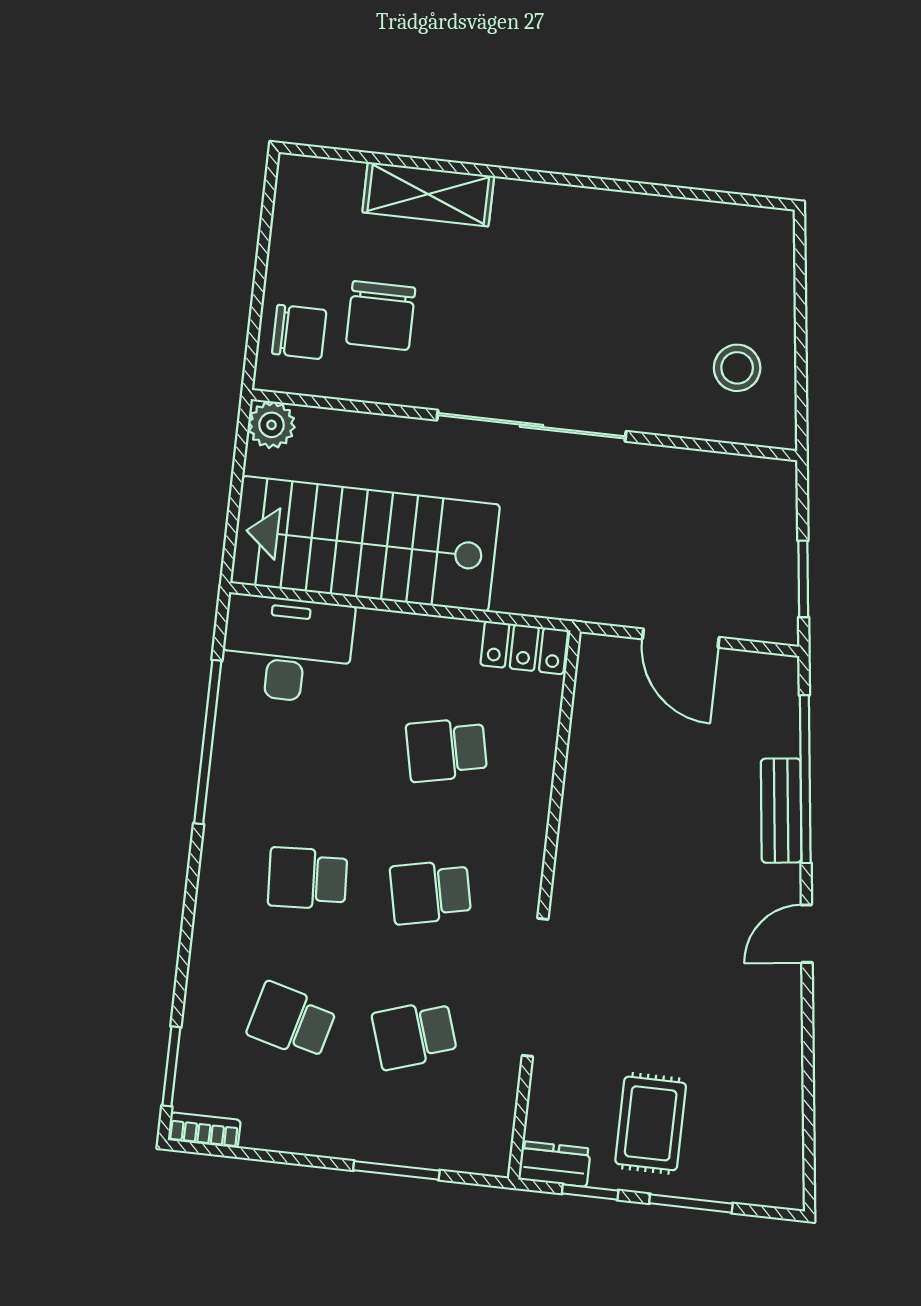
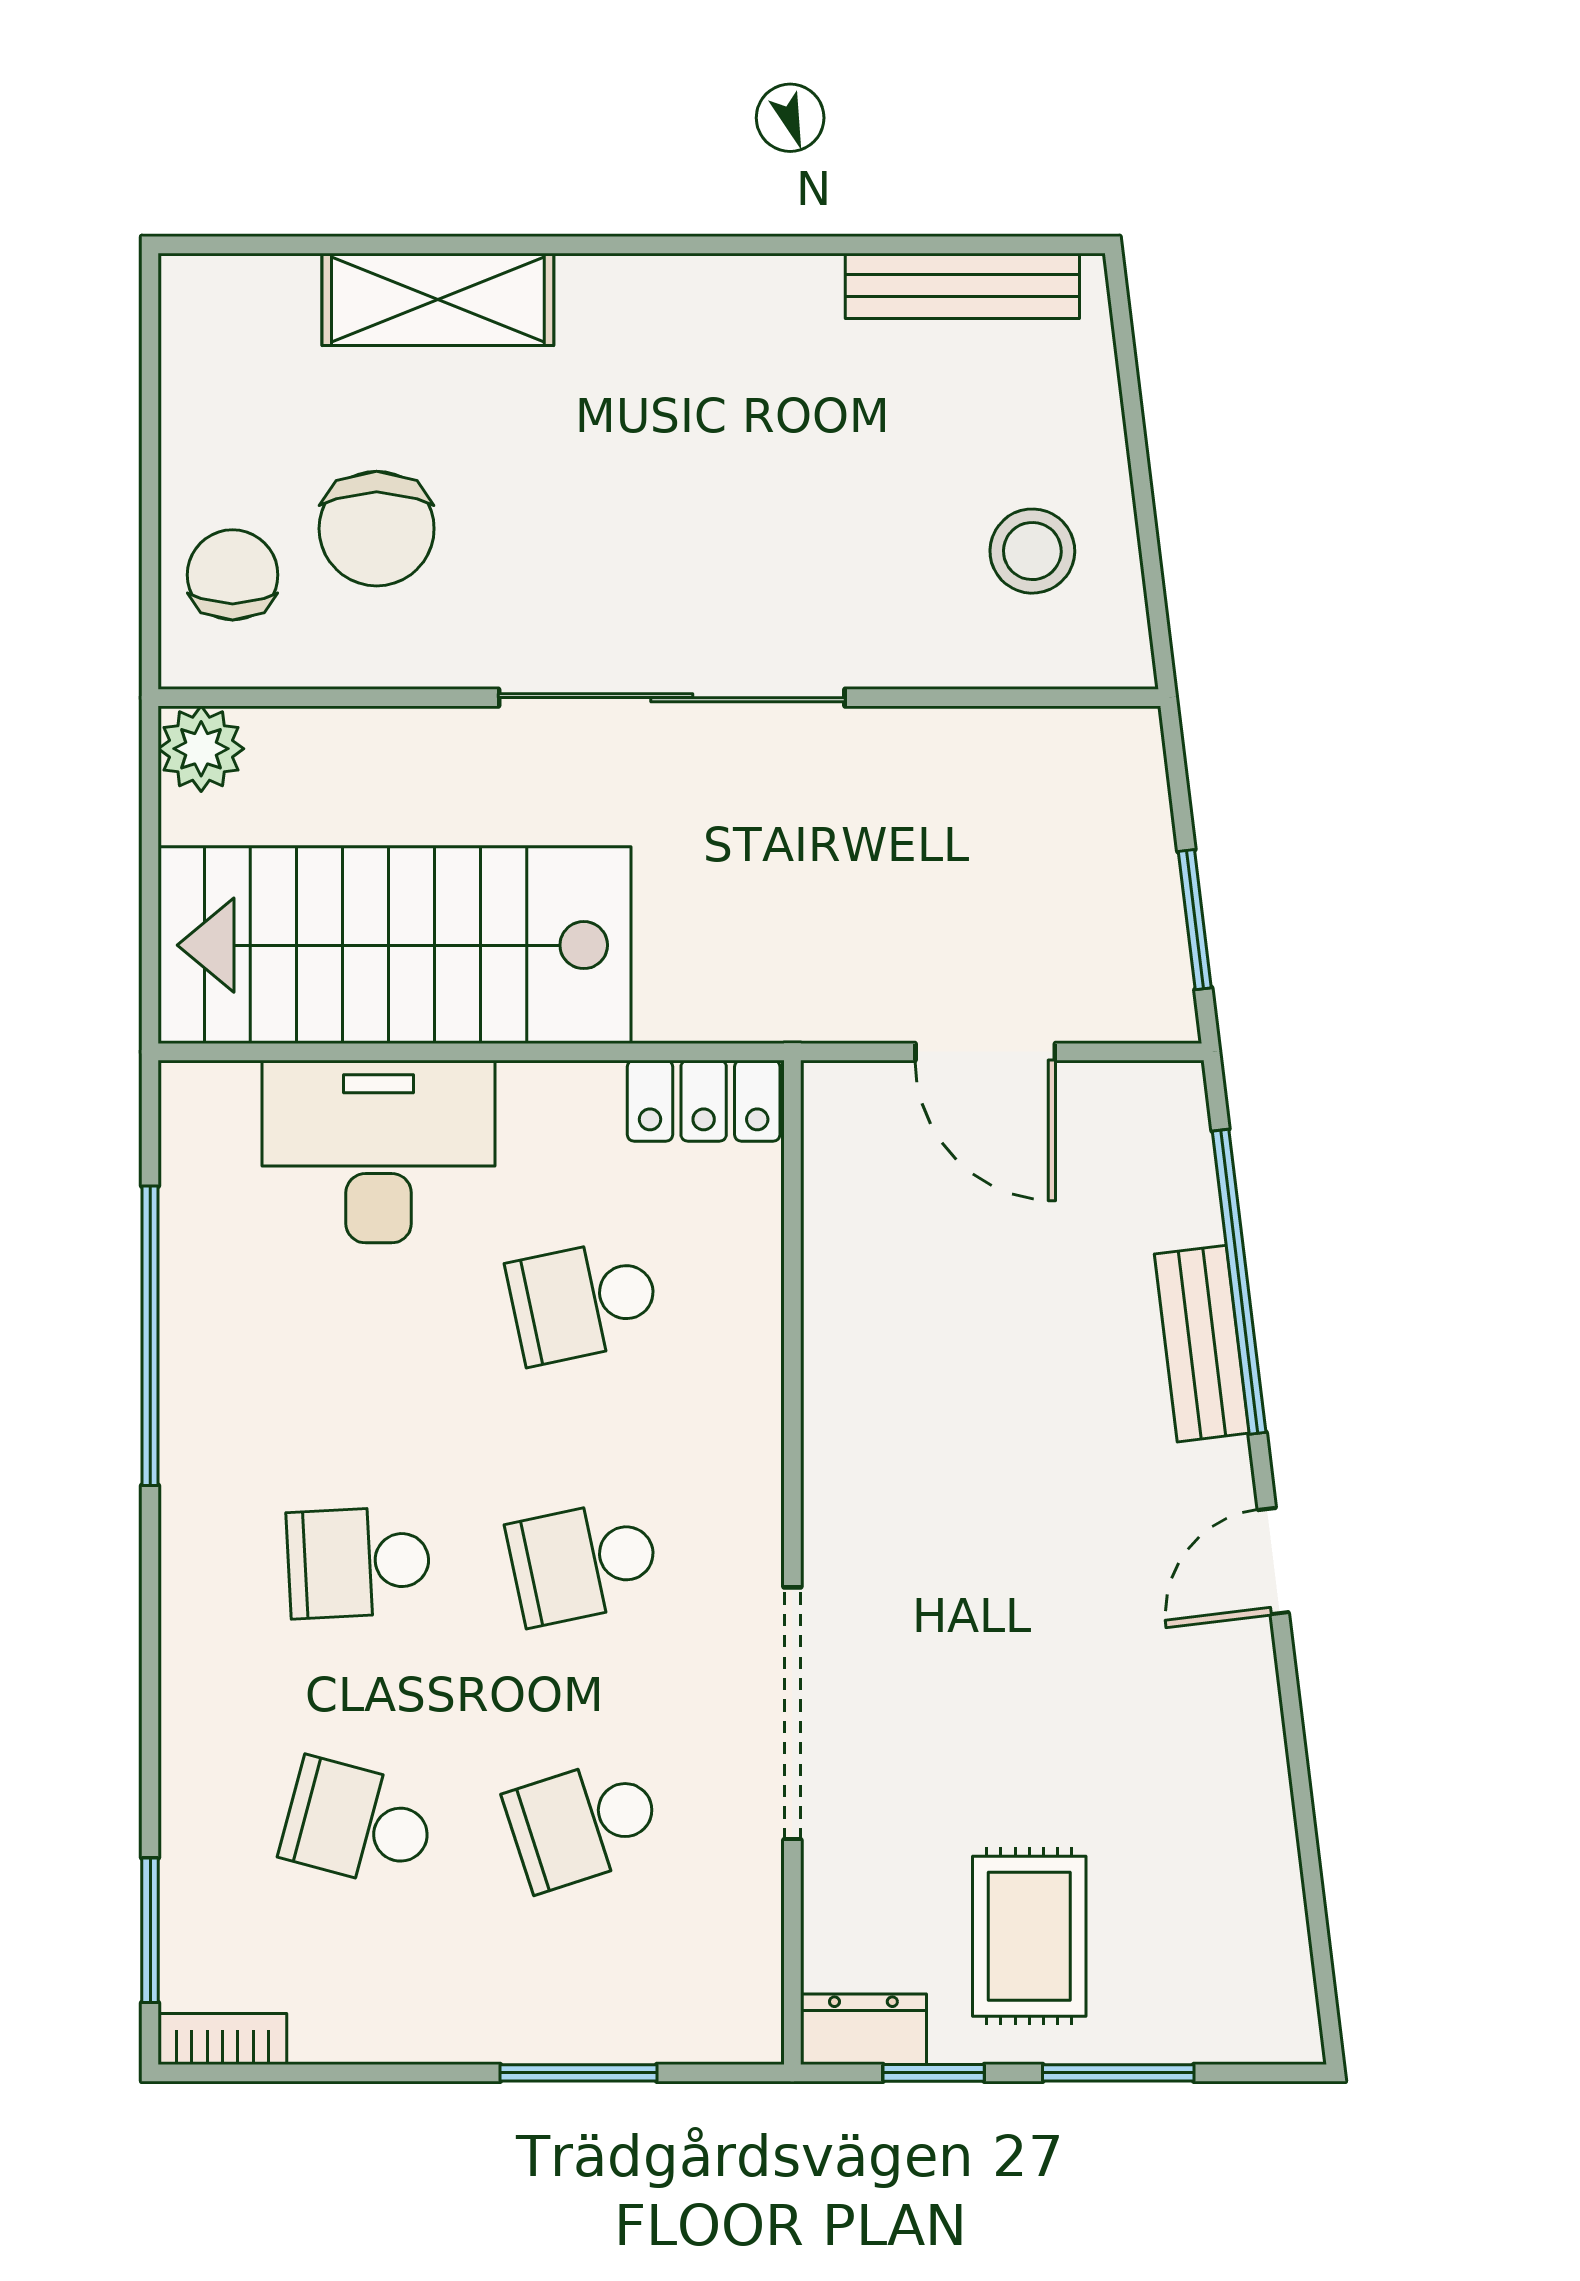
bench: (715, 219) -> (962, 286), added
chair: (299, 332) -> (233, 575), turned -90
desk: (287, 649) -> (379, 1151), moved

